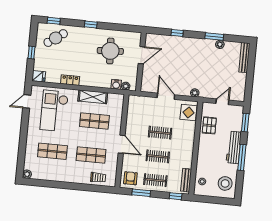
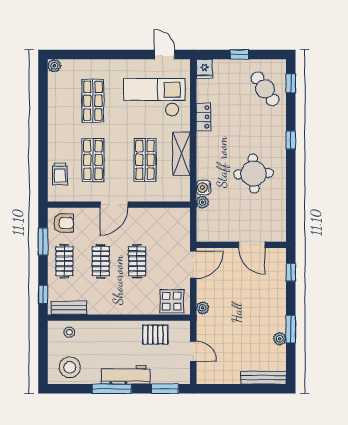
door: (142, 55) -> (252, 245), moved
wall: (141, 62) -> (241, 245), moved

